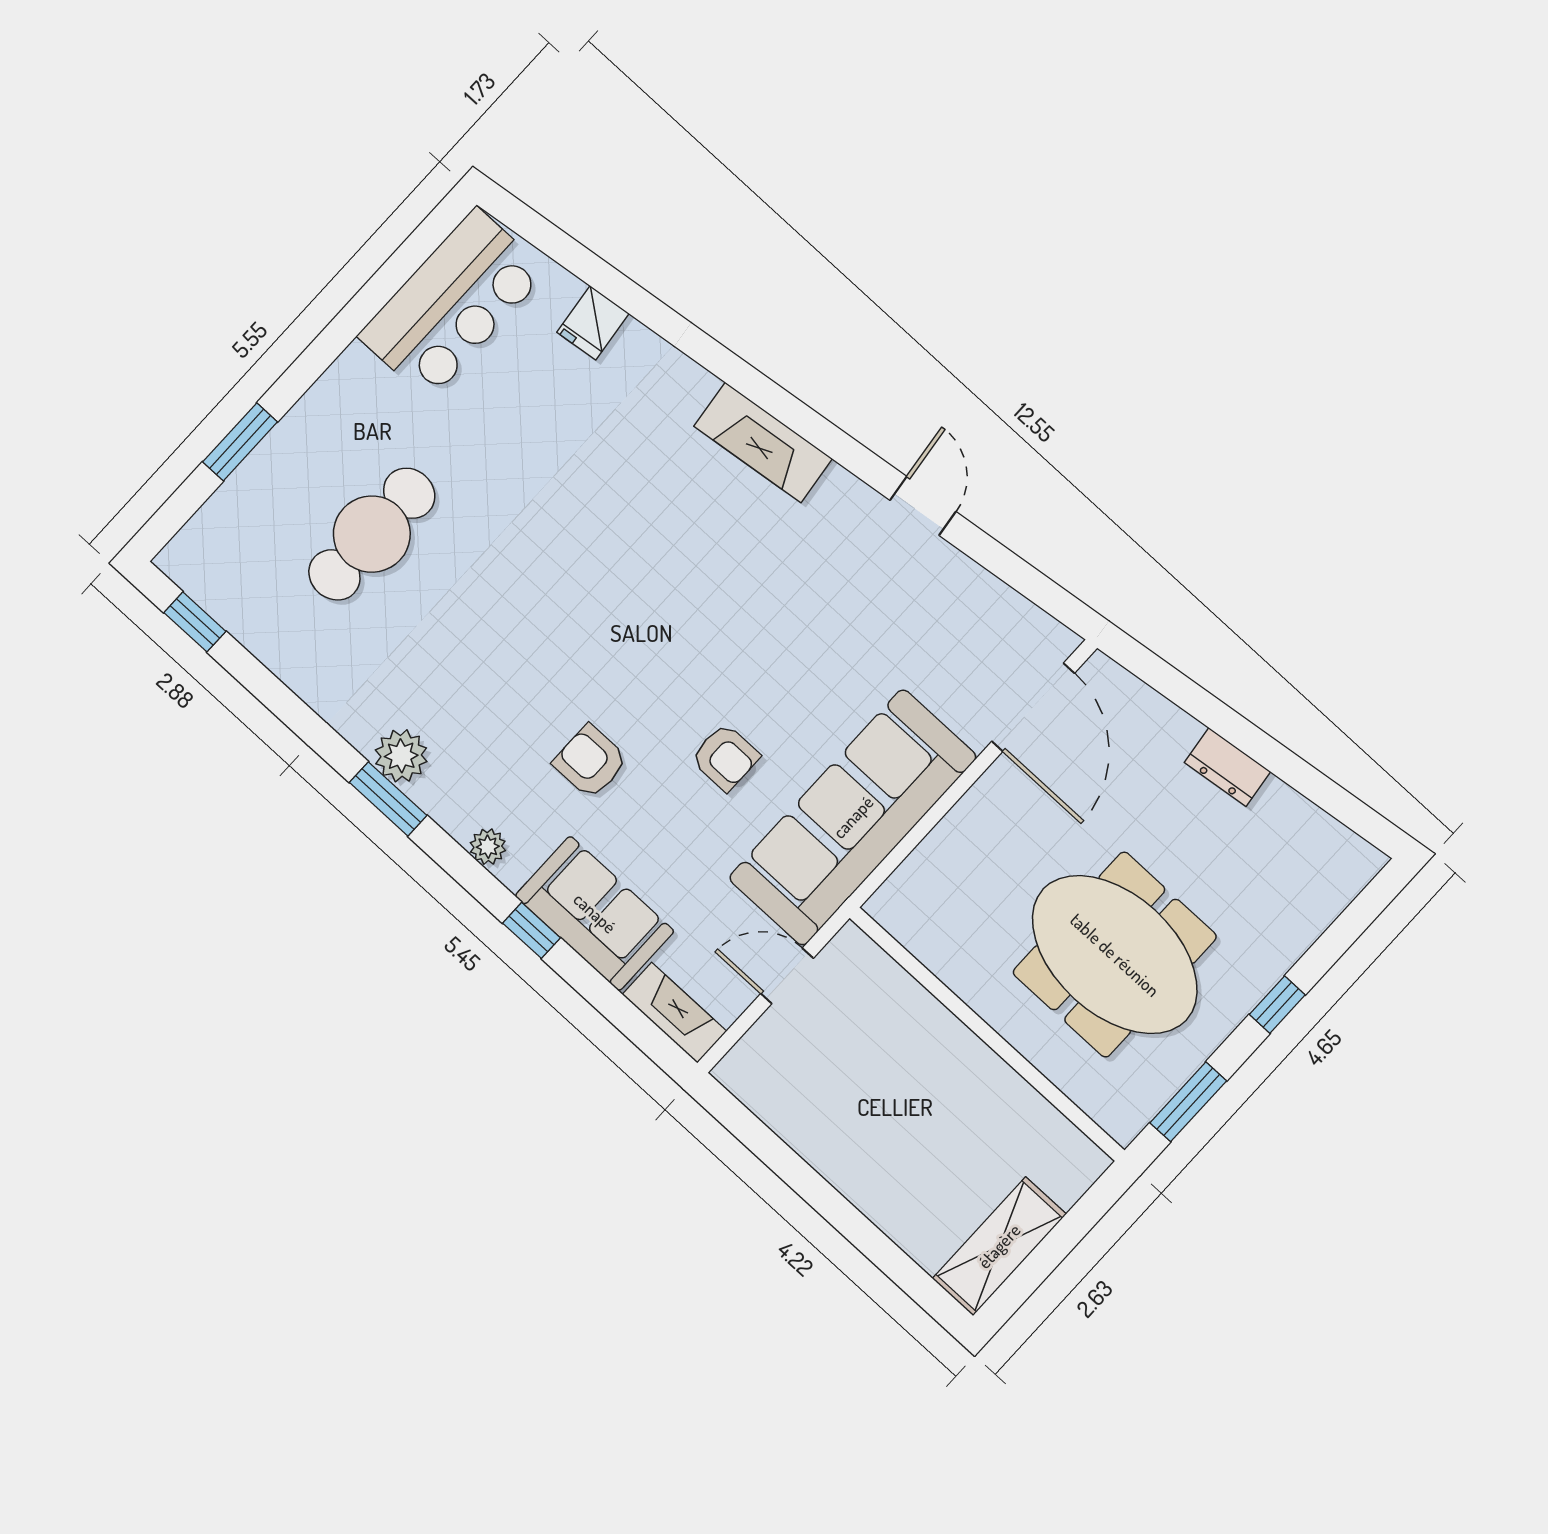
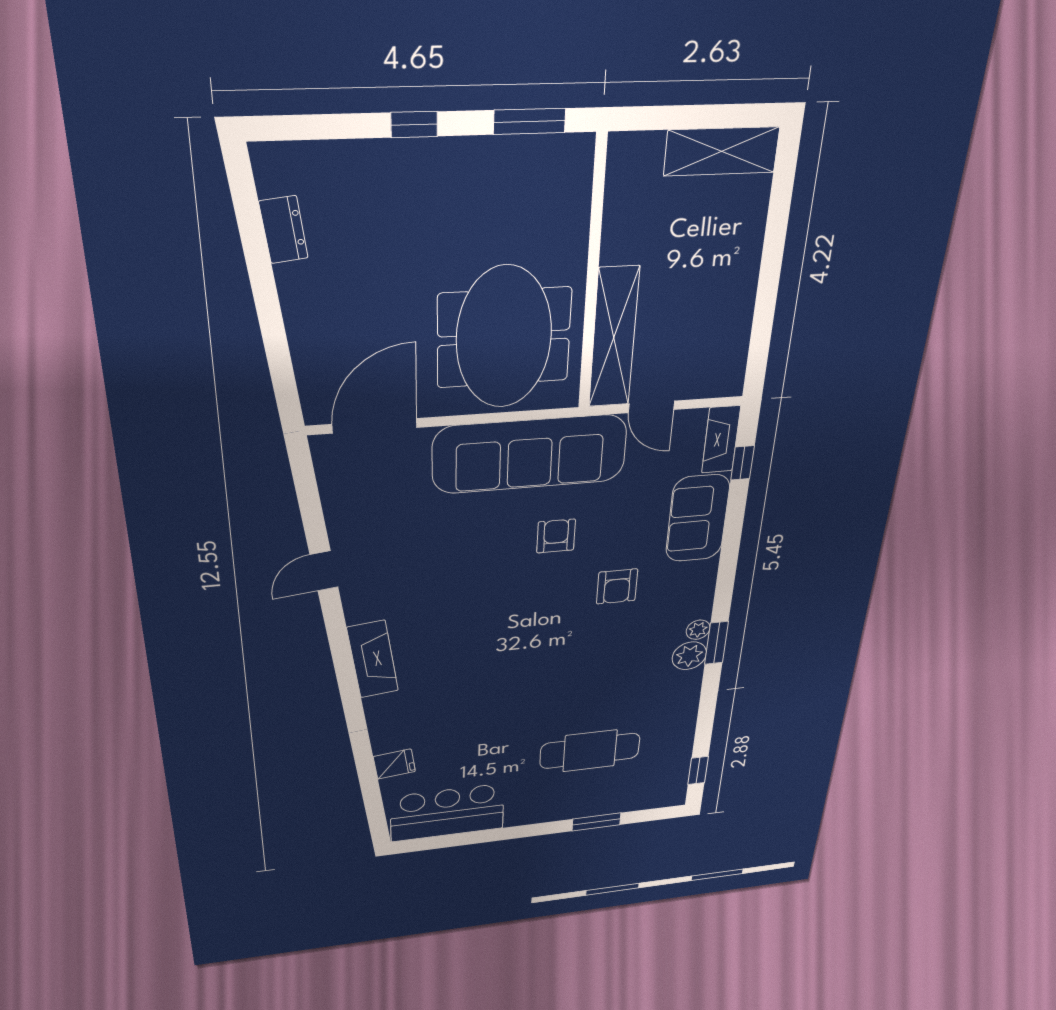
dresser: (1228, 767) -> (284, 230), moved
plant: (488, 847) -> (698, 630), moved
window: (532, 930) -> (742, 463), moved
meeting table: (1115, 955) -> (504, 338), moved
shelving: (903, 1002) -> (614, 338), added

